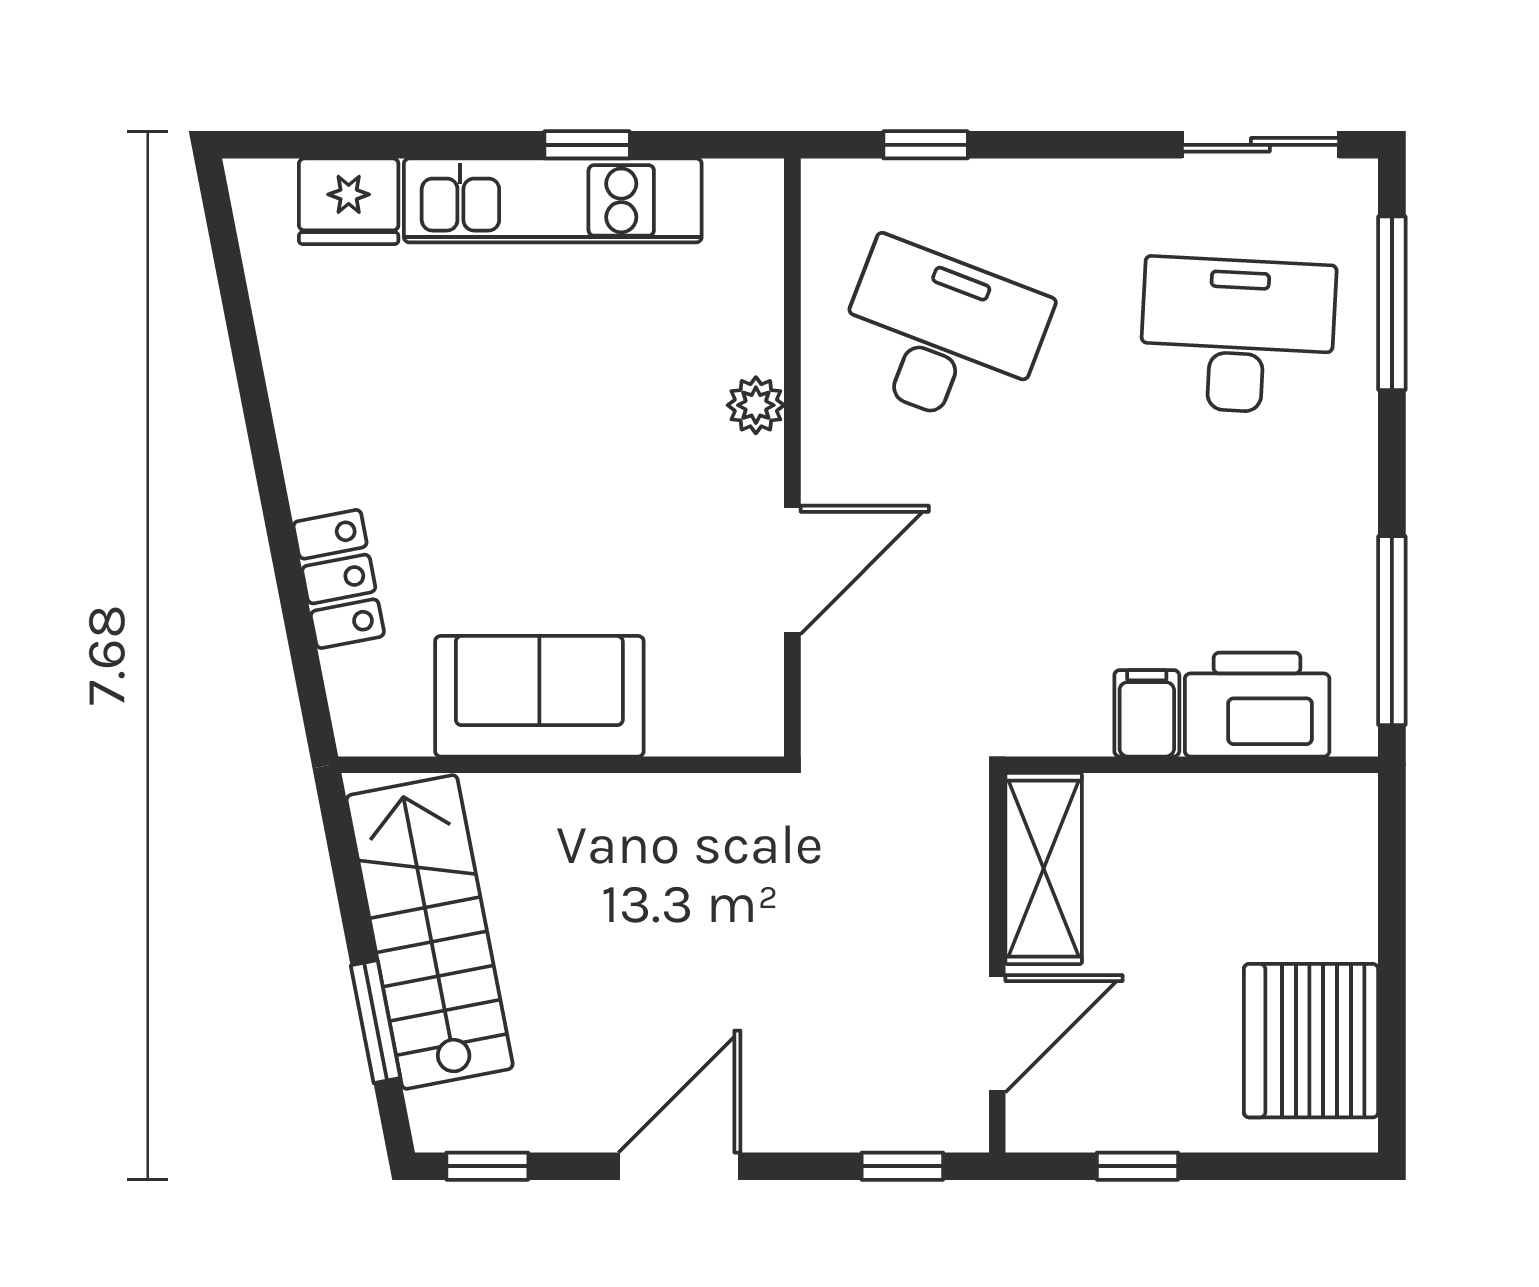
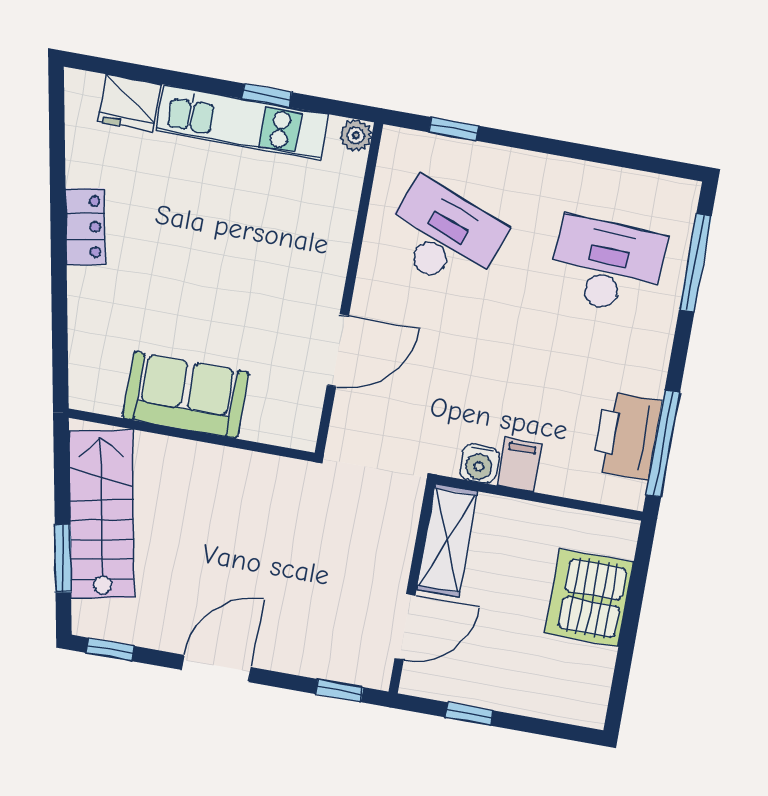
sliding door: (1260, 145) -> (639, 162), removed
plant: (756, 405) -> (356, 135), moved
locker: (339, 579) -> (85, 227), moved
printer: (1257, 705) -> (627, 436), moved, turned -90
water cooler: (1076, 724) -> (479, 464), added
server rack: (1311, 1041) -> (589, 598), moved

